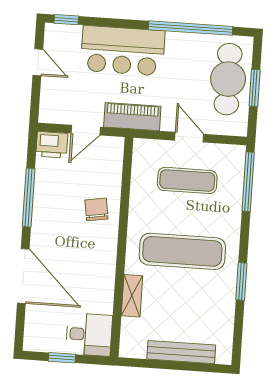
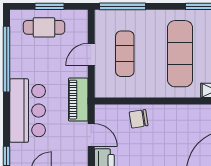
cafe table: (228, 79) -> (44, 27), width x0.73, depth x0.74
chair: (96, 209) -> (139, 119), moved

